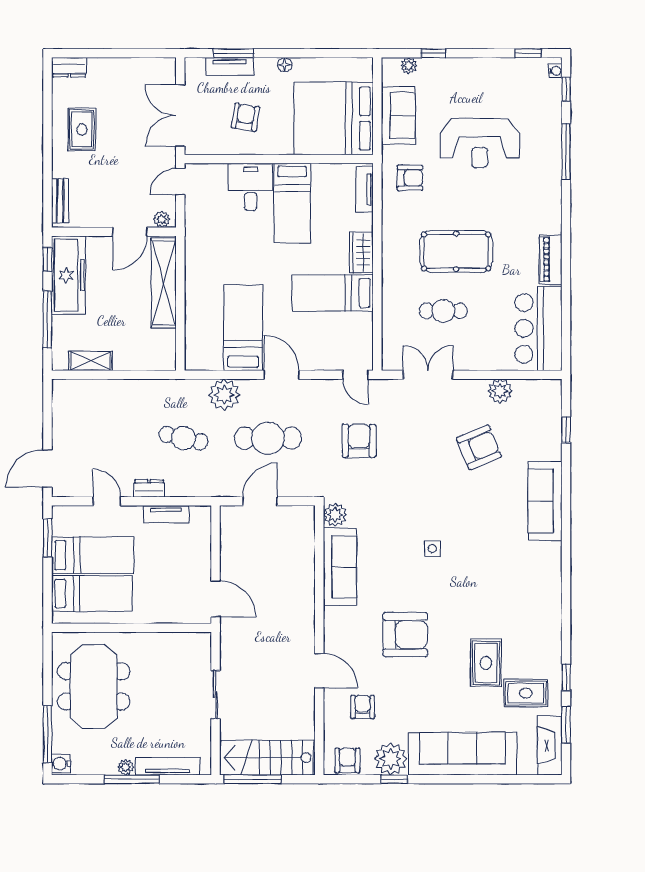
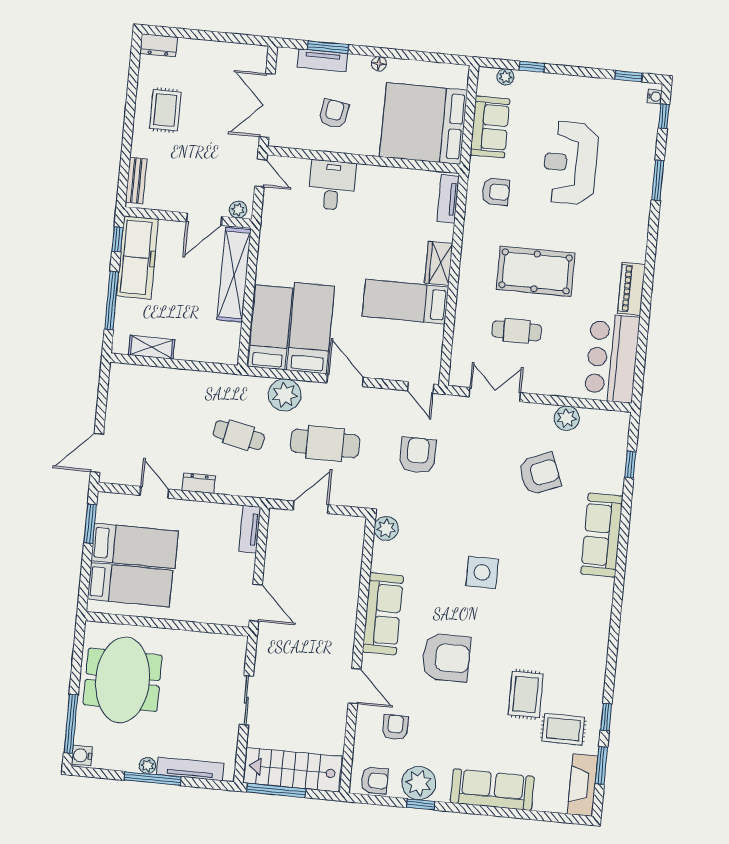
reception desk: (480, 143) -> (570, 163), turned 90
window: (566, 152) -> (658, 180), width x0.69
door: (180, 182) -> (261, 173), swing flipped
bed: (292, 203) -> (270, 327), moved, turned 180
tv unit: (166, 514) -> (250, 529), moved, turned 90
side table: (432, 549) -> (482, 572), width x1.87, depth x1.87
sofa: (340, 567) -> (383, 614), moved
sofa: (463, 754) -> (492, 790), width x0.74, depth x0.79
armchair: (347, 760) -> (375, 780), turned 90

